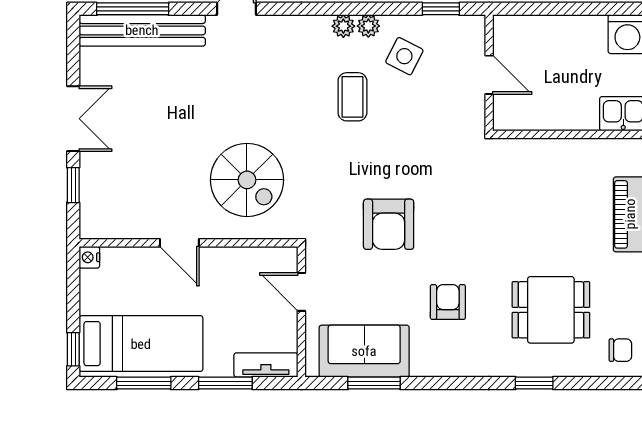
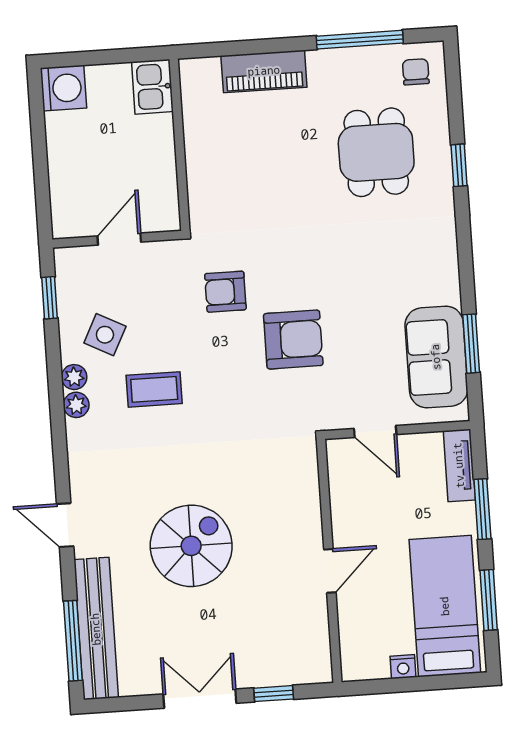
spiral stairs: (247, 180) -> (191, 546), moved
nightstand: (89, 257) -> (403, 667), moved
door: (301, 292) -> (375, 431), hinge flipped
armchair: (448, 302) -> (225, 292), moved
window: (73, 349) -> (456, 681), removed

